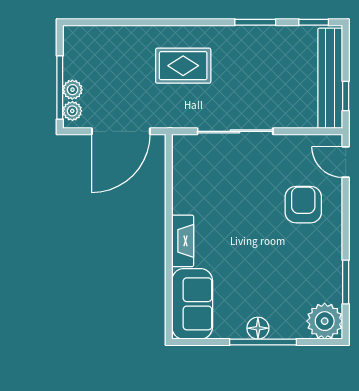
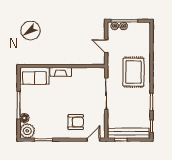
rug: (183, 66) -> (133, 72), width x1.36, depth x1.43
door: (121, 131) -> (106, 46), width x0.53
floor lamp: (258, 328) -> (24, 118), moved

